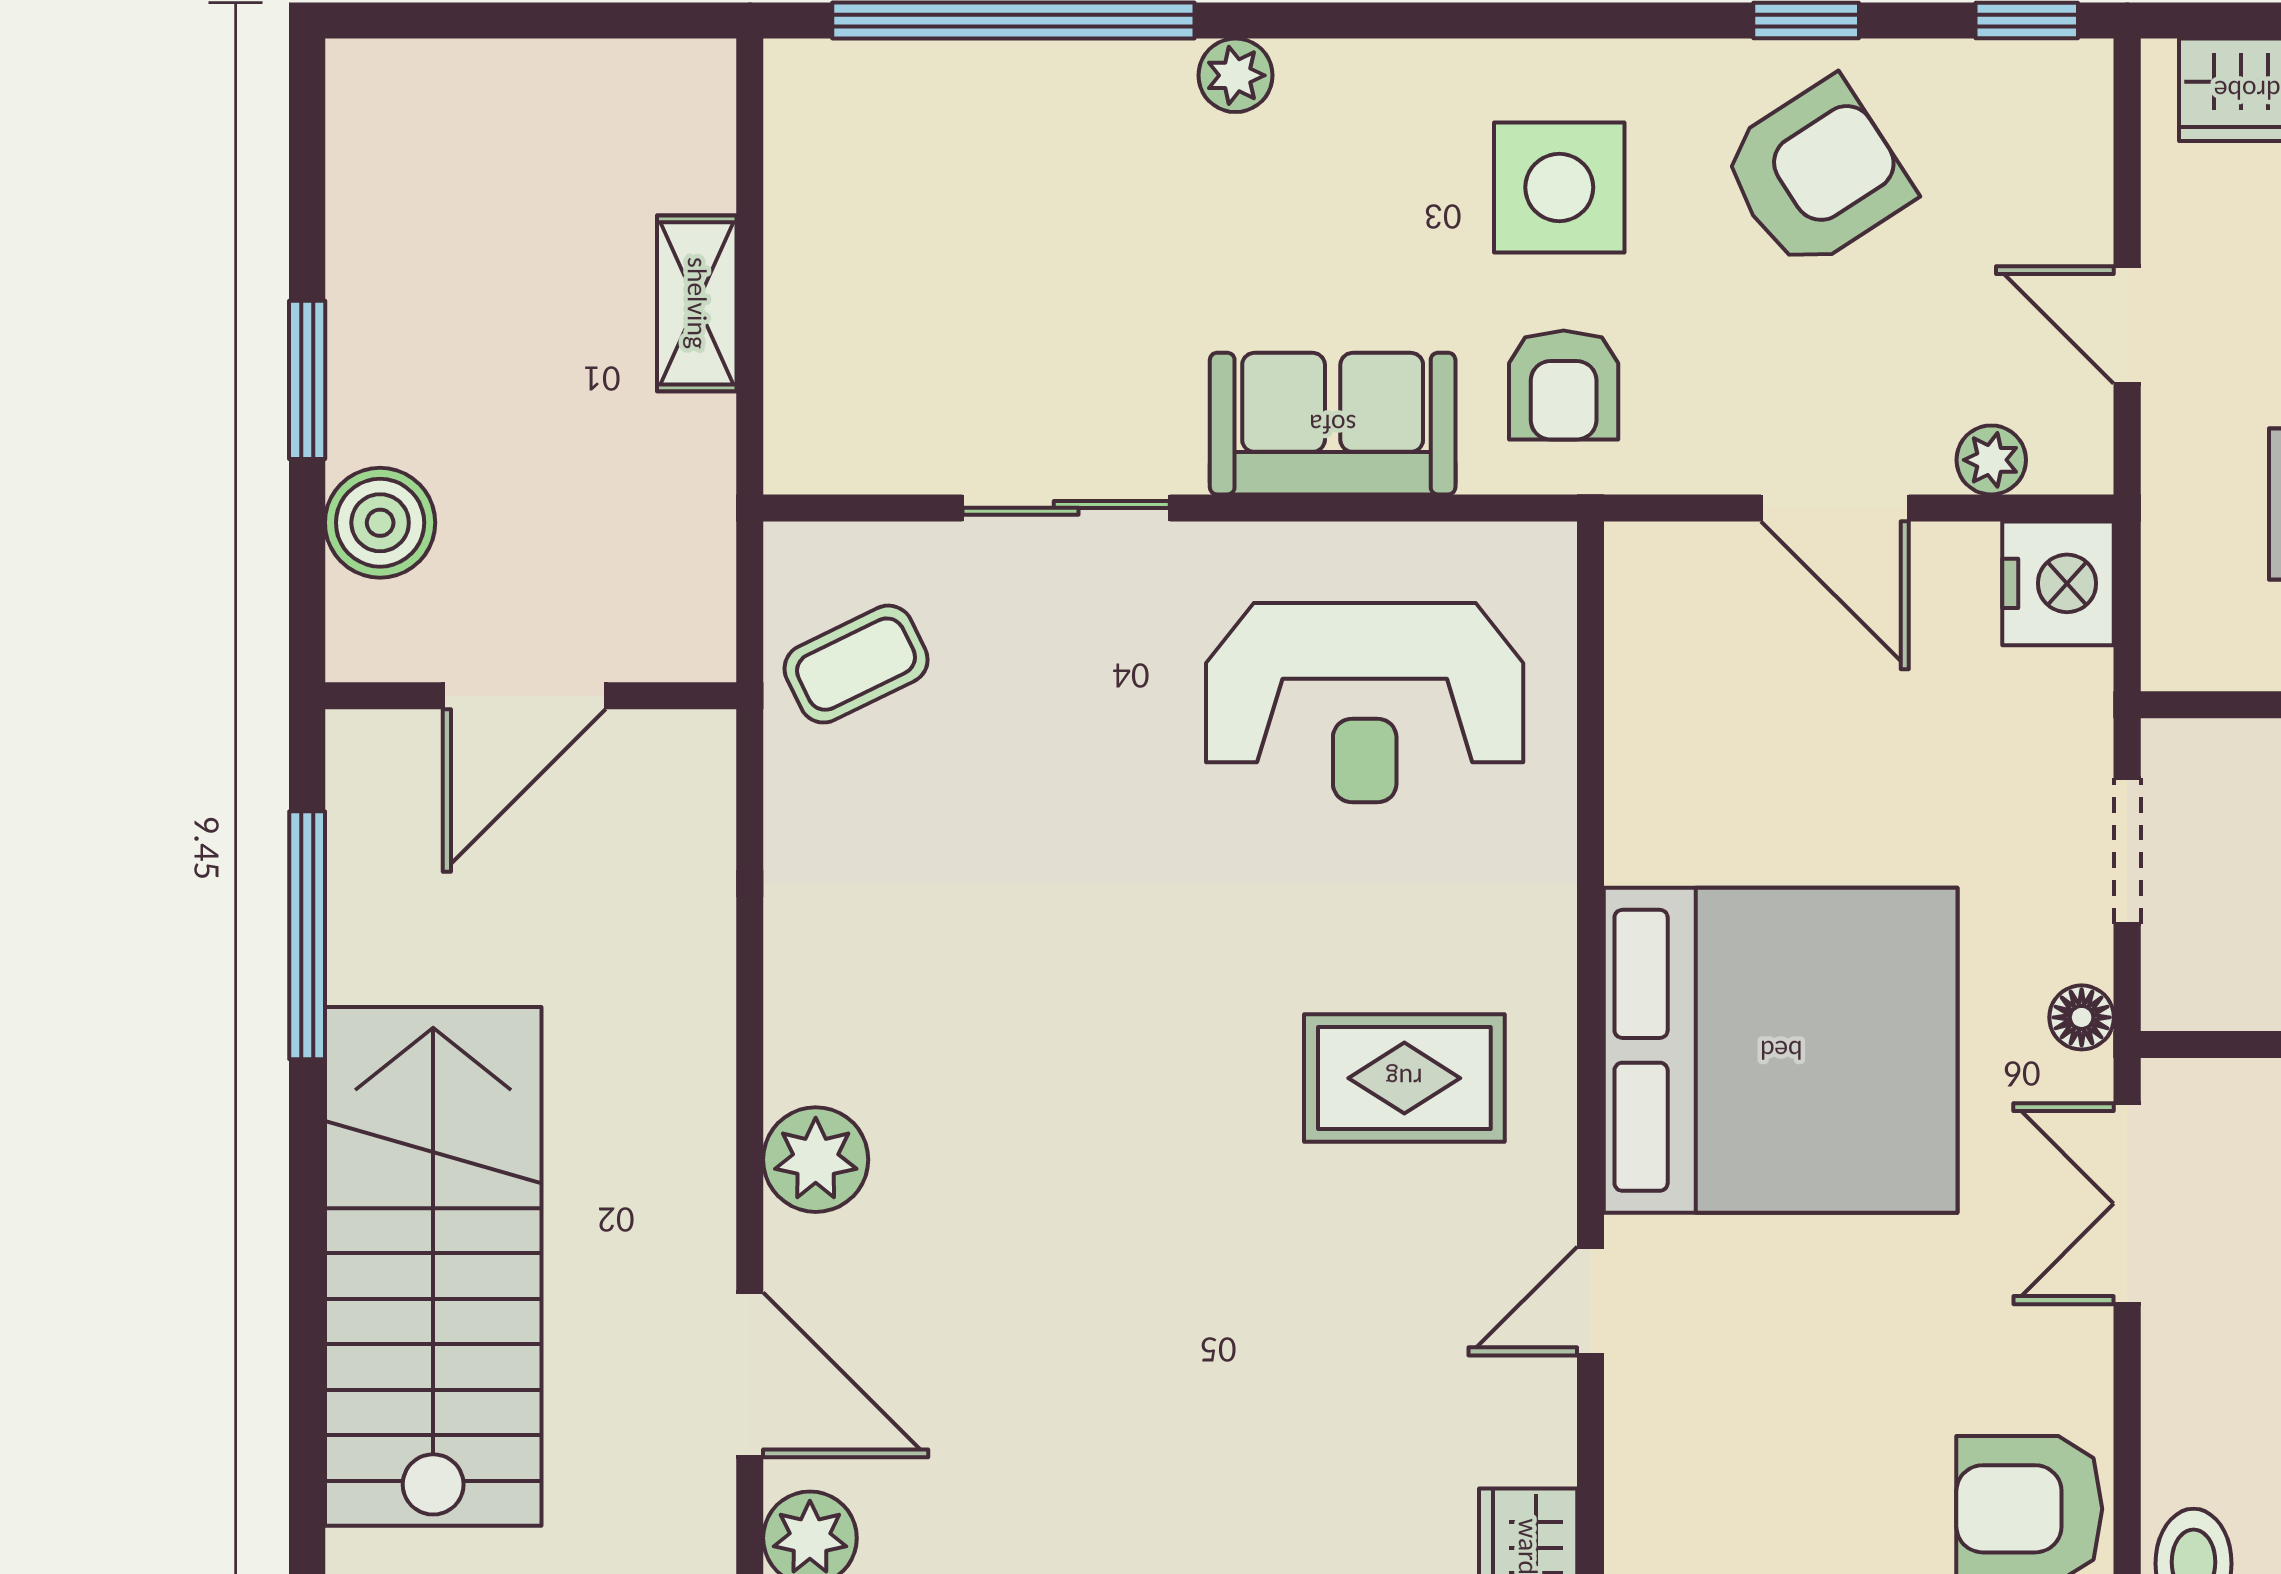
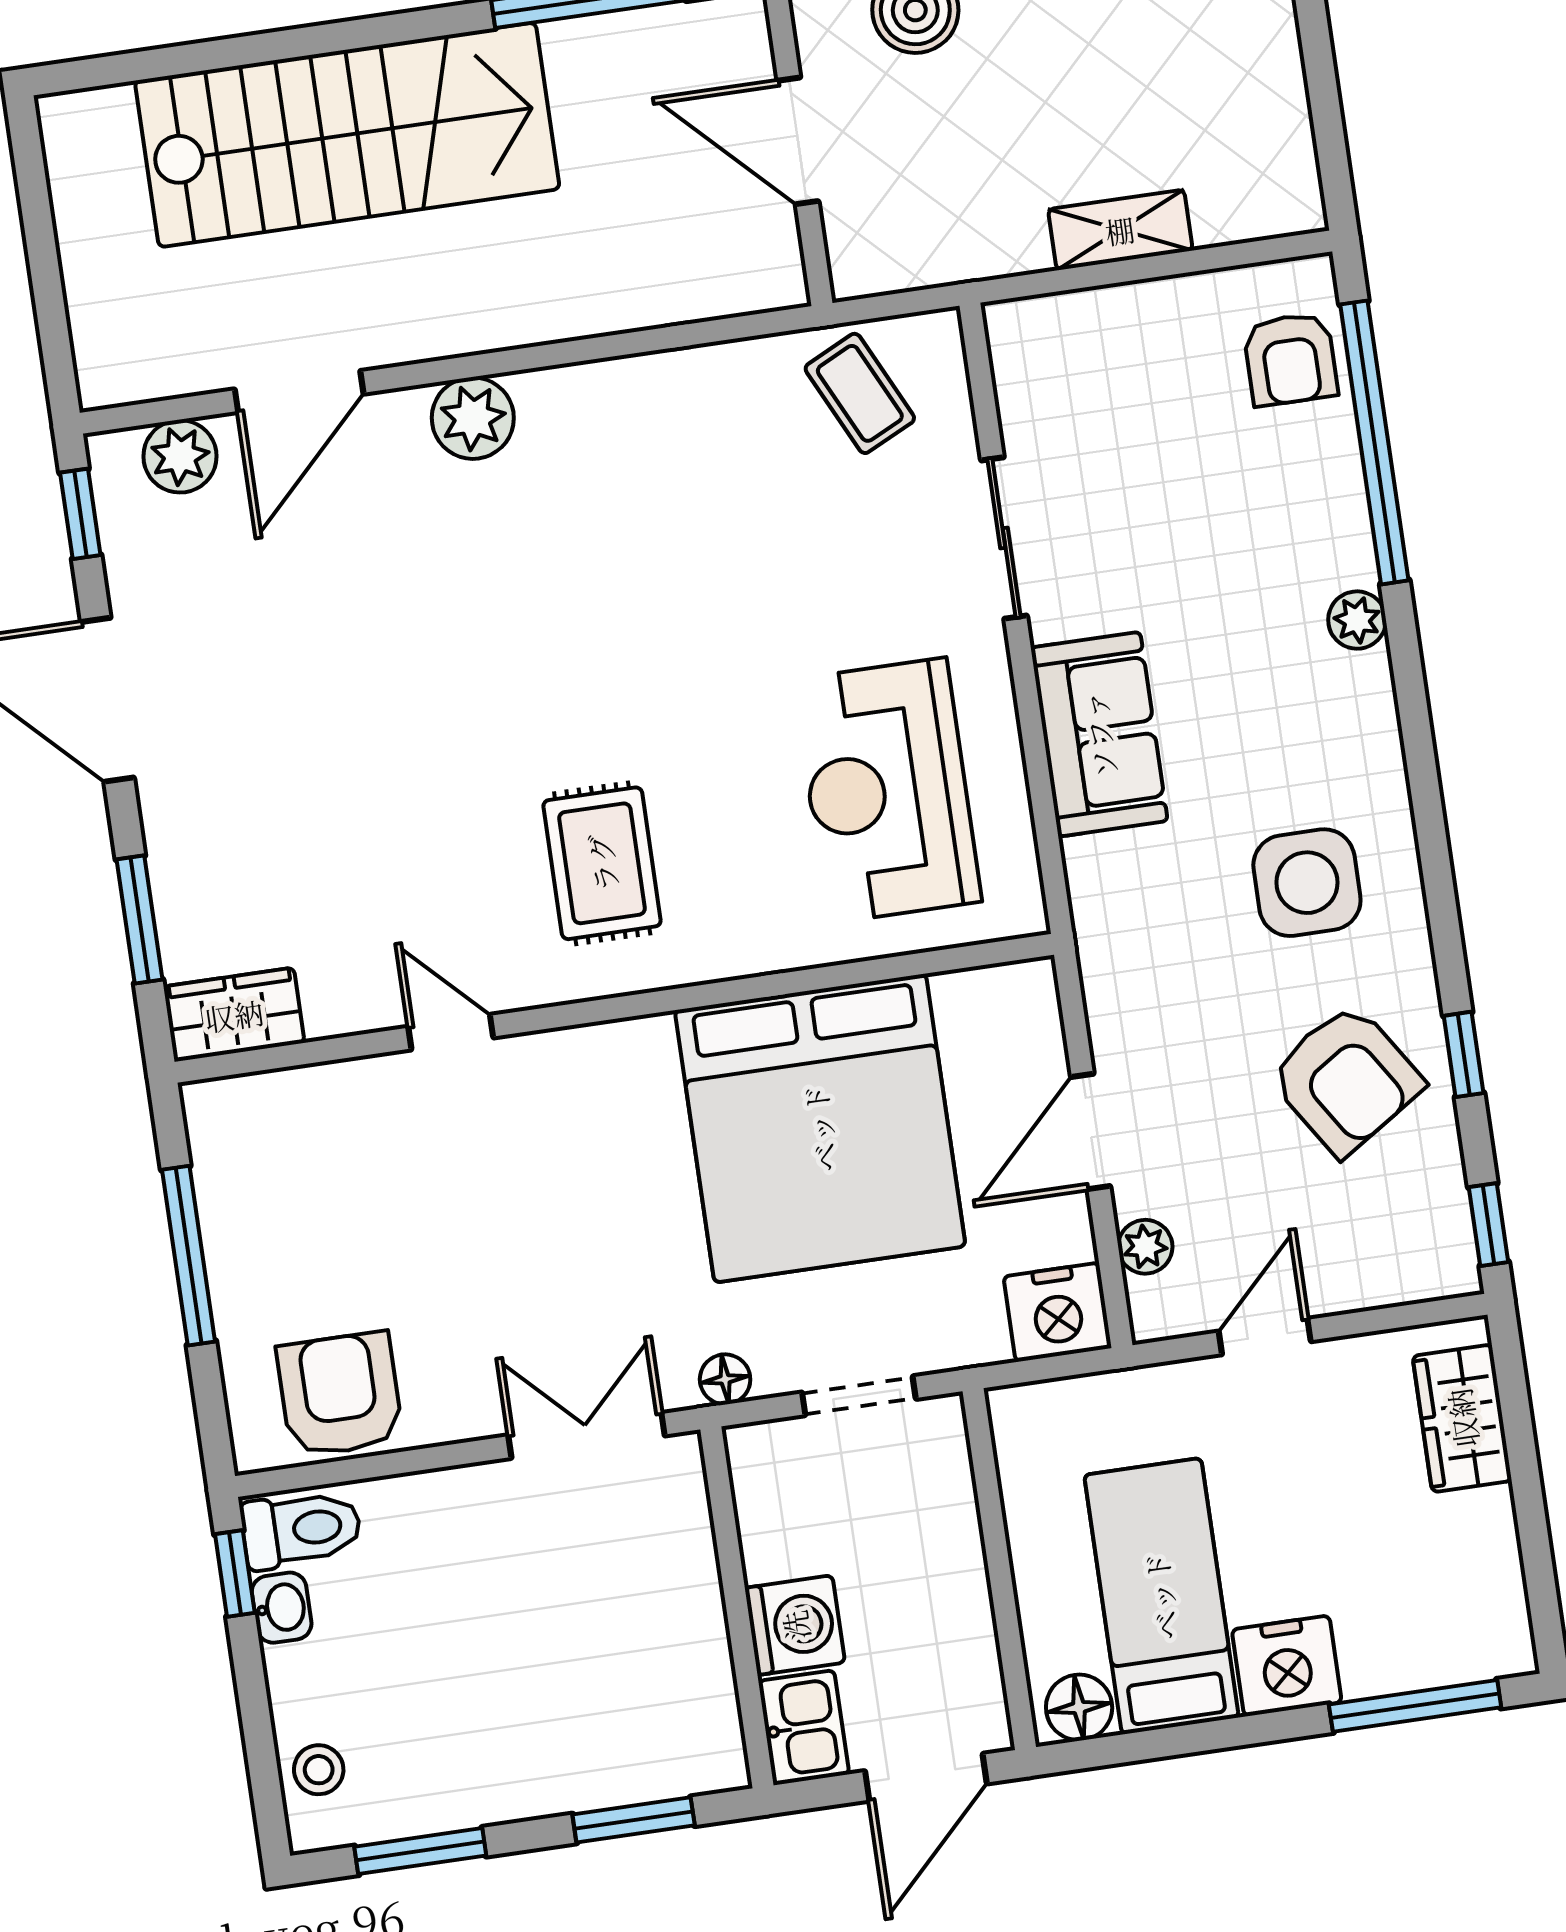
armchair: (1564, 385) -> (1290, 359), moved, turned -90
bed: (1781, 1050) -> (820, 1128), moved

